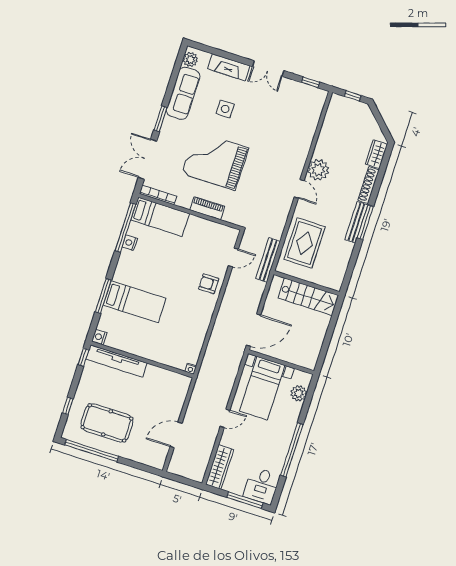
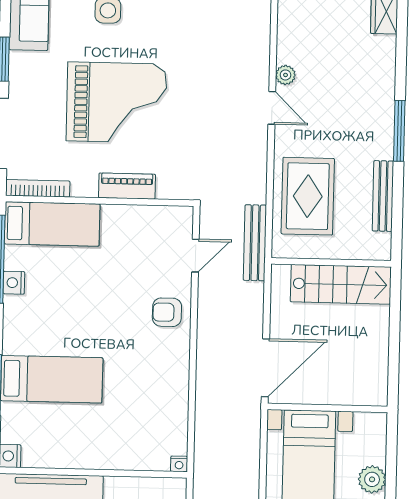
grand piano: (215, 161) -> (117, 102), turned 180
plant: (318, 170) -> (285, 75), width x0.53, depth x0.53
shoe rack: (369, 185) -> (386, 67), removed
bench: (356, 222) -> (383, 196), moved
plant: (299, 393) -> (372, 479), moved

